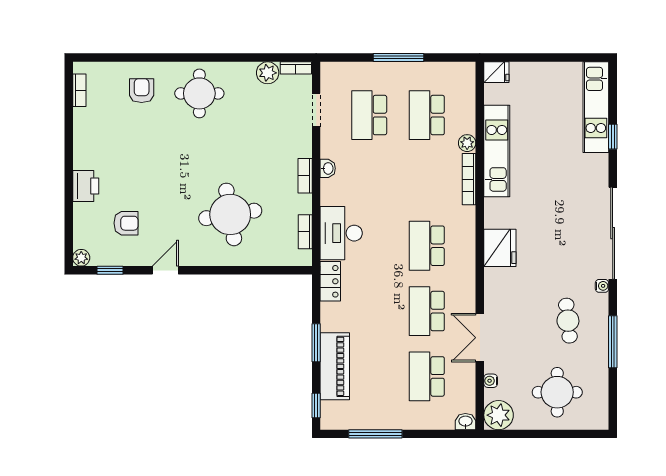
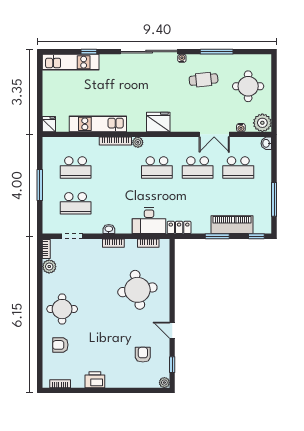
plant: (467, 143) -> (138, 142), moved
printer: (86, 186) -> (95, 380), moved

